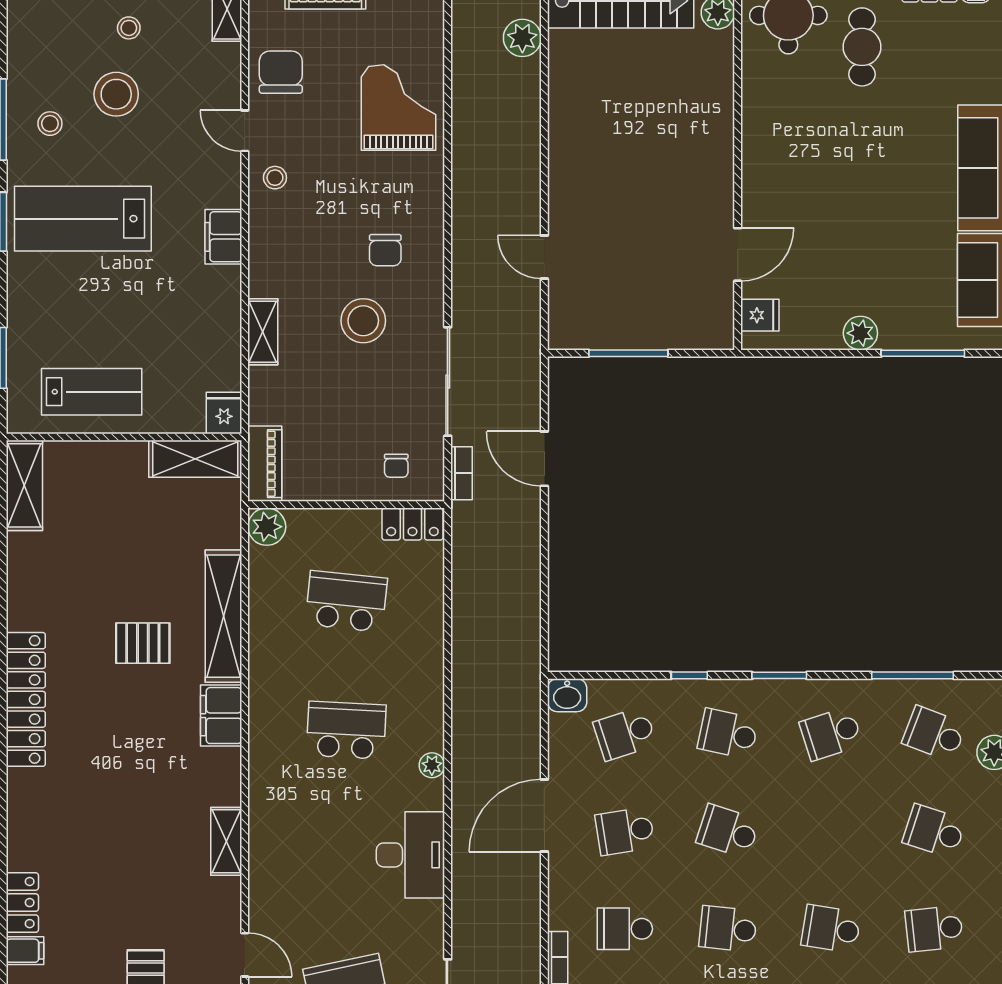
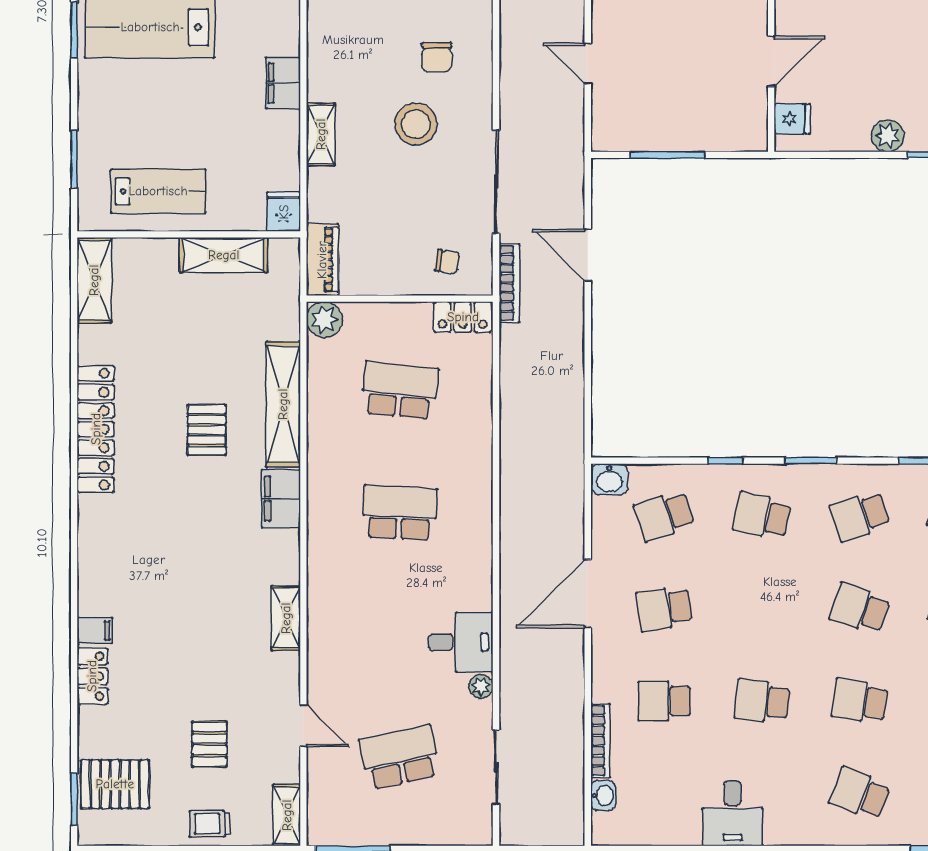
filing cabinet: (223, 237) -> (283, 83), moved
shelving: (195, 459) -> (224, 255), moved
chair: (396, 466) -> (447, 262), turned -81
bookcase: (462, 473) -> (509, 283), width x1.56
pallet: (143, 643) -> (207, 430), turned 90
locker: (26, 699) -> (96, 429), moved
plant: (432, 765) -> (481, 686), moved
school desk: (728, 831) -> (860, 608), moved
desk: (410, 855) -> (461, 642), width x0.73
filing cabinet: (25, 951) -> (95, 631), moved

